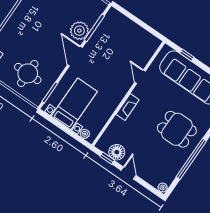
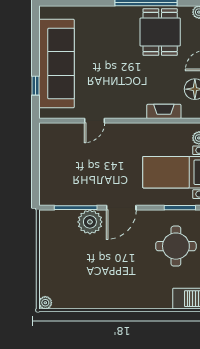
fireplace: (128, 107) -> (164, 111), moved
dining table: (177, 129) -> (160, 32), moved

